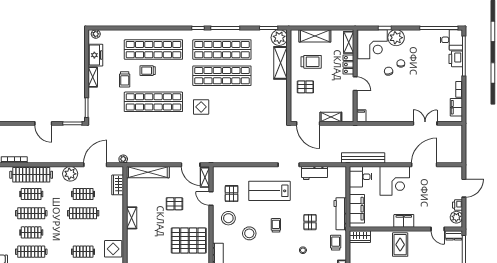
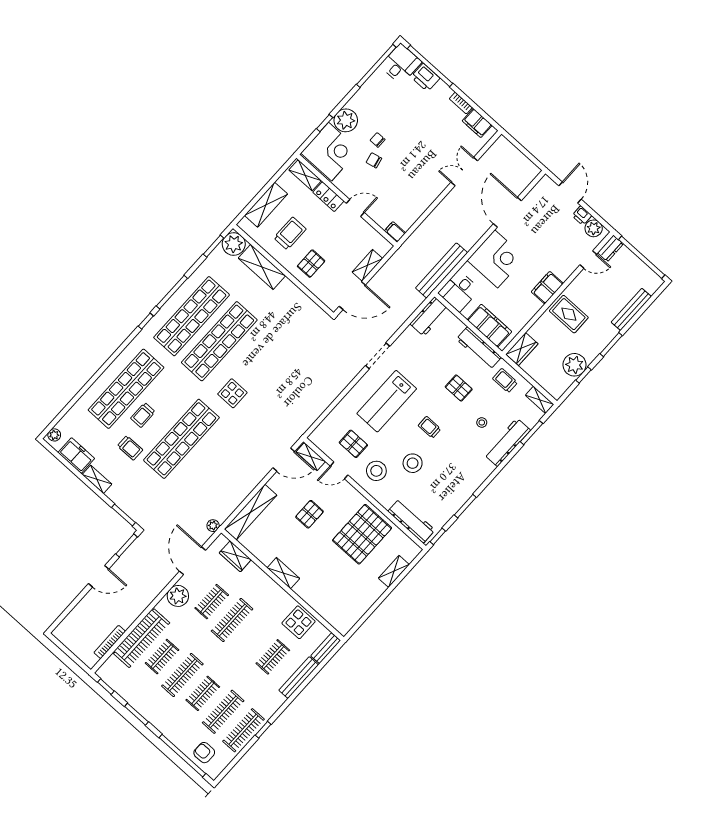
workbench: (315, 173) -> (429, 316), moved

